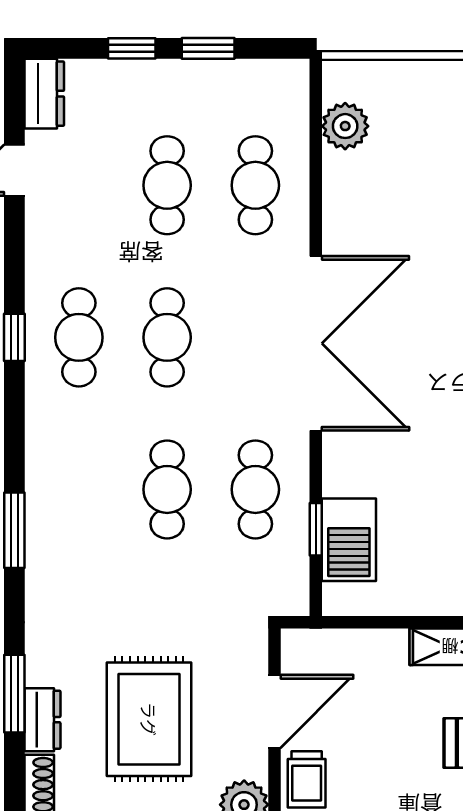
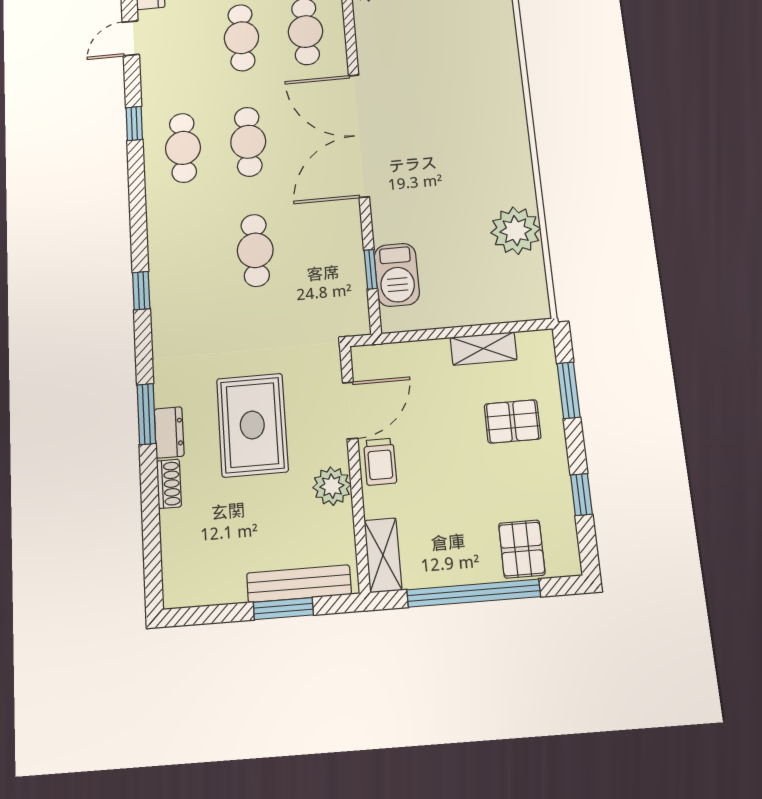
window: (14, 337) -> (134, 124), moved
double door: (316, 343) -> (359, 136), swing flipped
cafe table: (255, 489) -> (322, 244), removed
window: (14, 530) -> (141, 291), width x0.67

